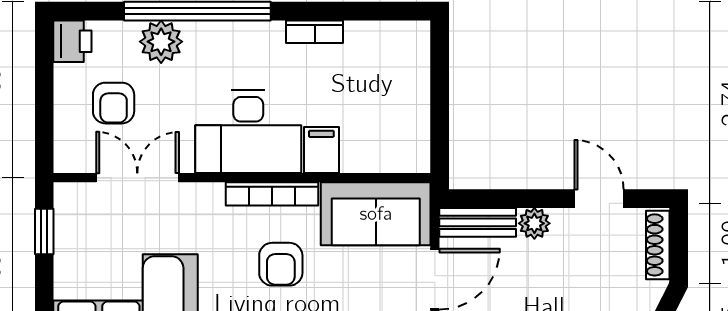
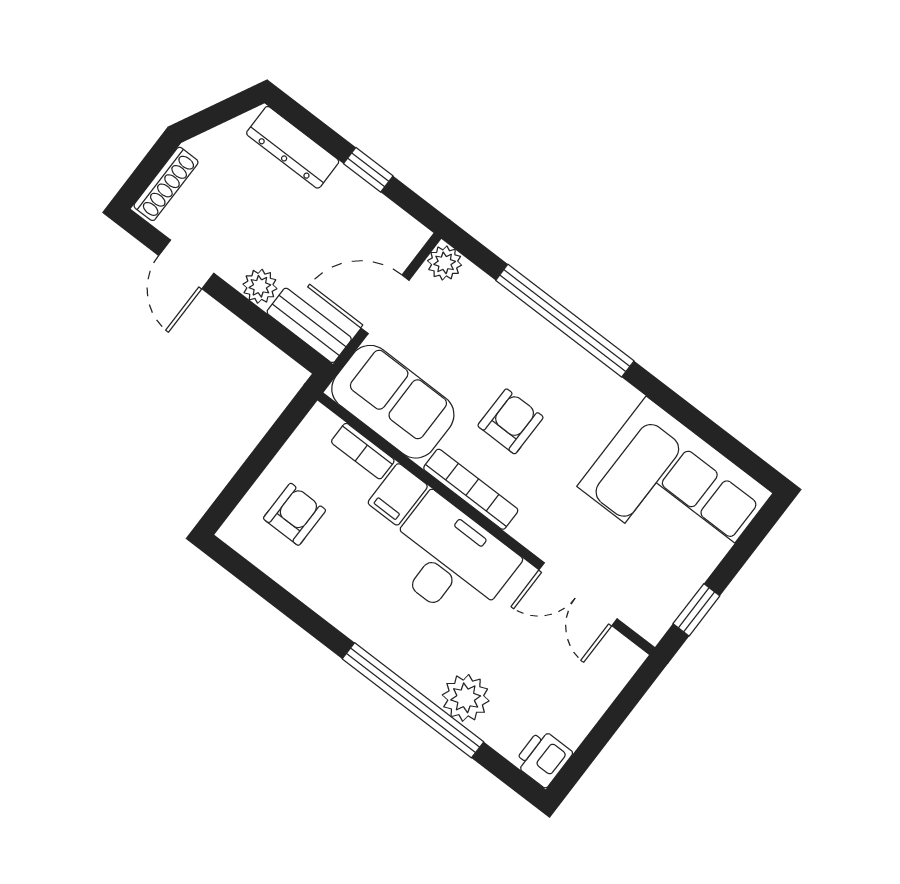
bookcase: (315, 32) -> (363, 451), moved, turned 180
armchair: (114, 103) -> (294, 514), moved

